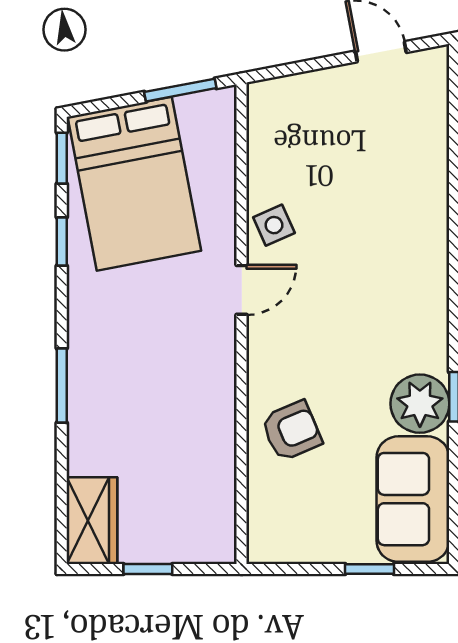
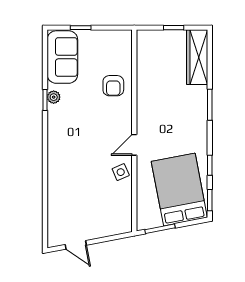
plant: (420, 404) -> (54, 97), width x0.53, depth x0.53
armchair: (292, 431) -> (113, 86), turned -67
wardrobe: (92, 521) -> (197, 57), width x1.50

